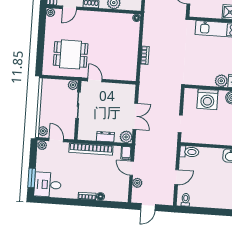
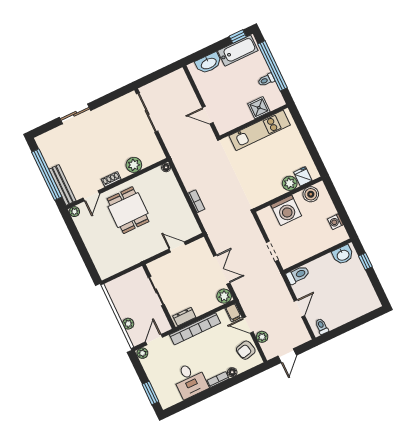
dining table: (71, 54) -> (128, 210), moved, turned 90
door: (95, 80) -> (177, 247), moved
plant: (73, 85) -> (139, 273), removed
plant: (43, 131) -> (128, 324), moved
dresser: (105, 137) -> (184, 317), moved
door: (56, 140) -> (154, 340), hinge flipped
desk: (48, 185) -> (190, 380), moved, turned -90
armchair: (120, 186) -> (246, 350), added

